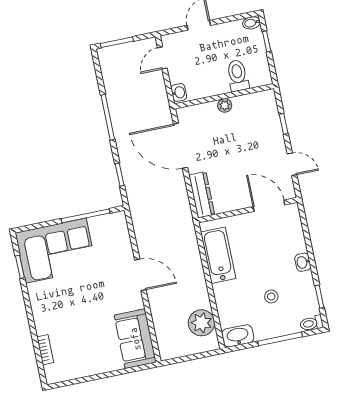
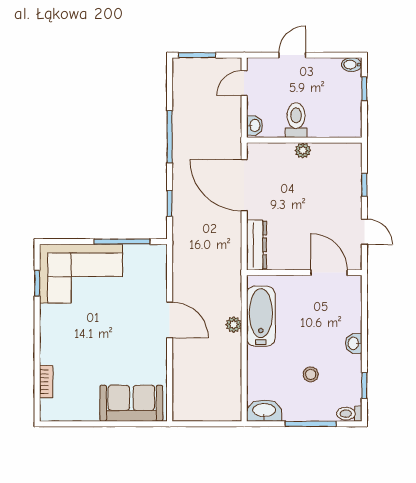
toilet: (238, 76) -> (296, 120), moved
plant: (202, 323) -> (234, 325), moved, width x0.53, depth x0.53
sofa: (135, 339) -> (131, 403), moved, turned 90

